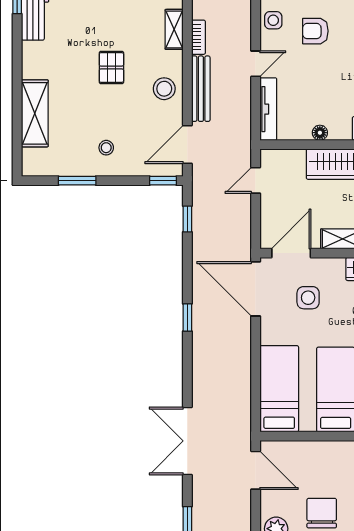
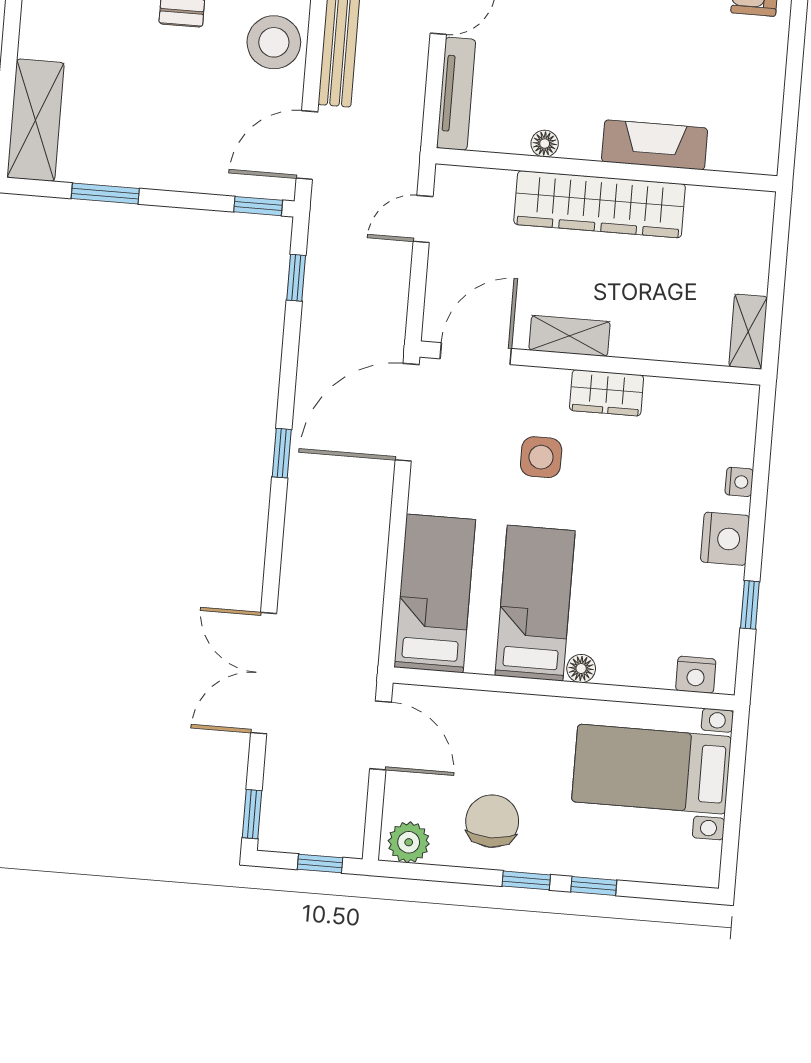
stool: (164, 89) -> (274, 42), width x1.38, depth x1.38
shelving: (35, 113) -> (36, 120), moved
stool: (106, 148) -> (162, 139), removed
door: (256, 289) -> (407, 412), hinge flipped
side table: (308, 298) -> (541, 457), moved

